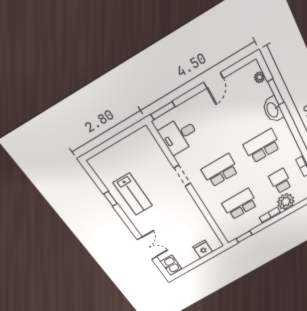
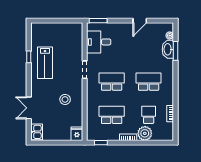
washbasin: (273, 110) -> (168, 49), moved
stool: (180, 218) -> (65, 99), added
double door: (147, 248) -> (29, 108), swing flipped
fridge: (203, 249) -> (77, 134), moved

